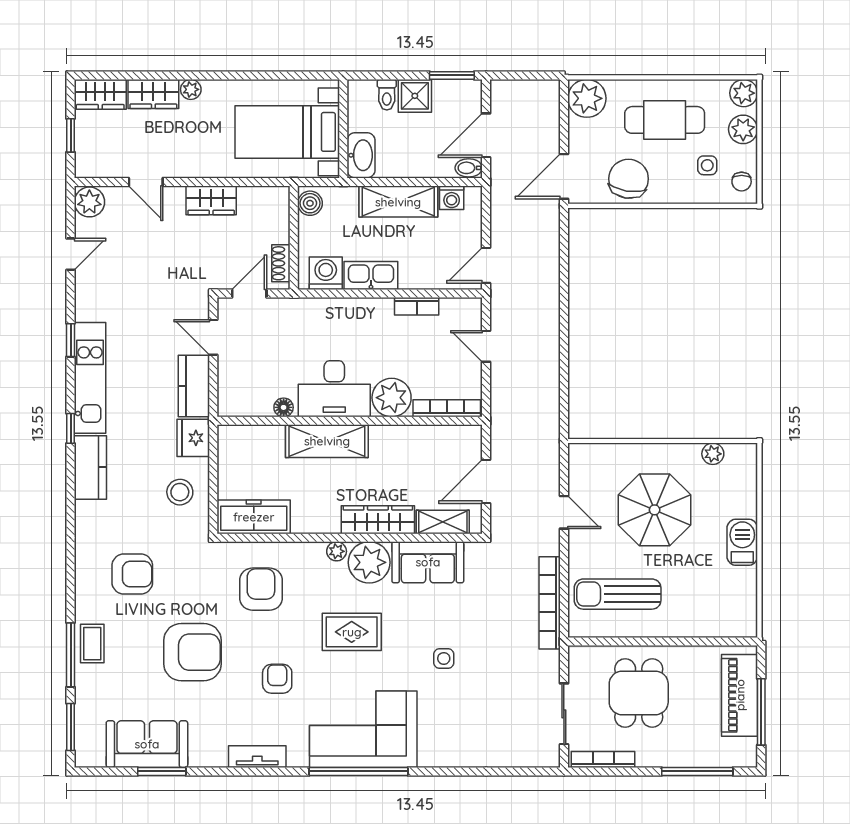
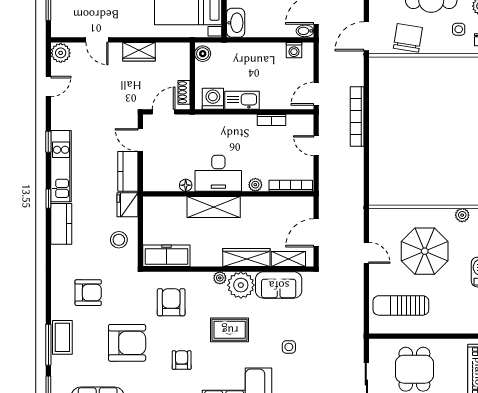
shelving: (398, 202) -> (260, 53), removed
plant: (392, 398) -> (255, 185), width x0.53, depth x0.53
bookcase: (550, 603) -> (357, 116), moved
coffee table: (92, 644) -> (62, 337), width x1.36, depth x1.30

